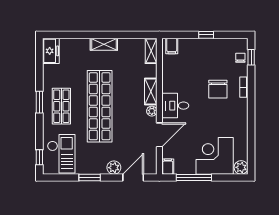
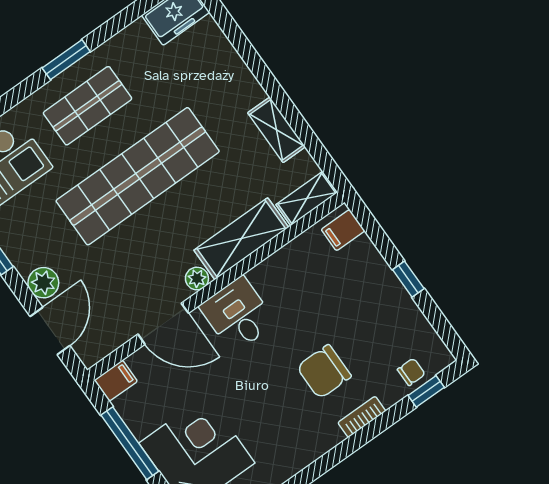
shelving: (104, 44) -> (276, 130), moved
shelving: (151, 92) -> (241, 239), width x1.50, depth x1.33
door: (133, 178) -> (50, 331), hinge flipped

